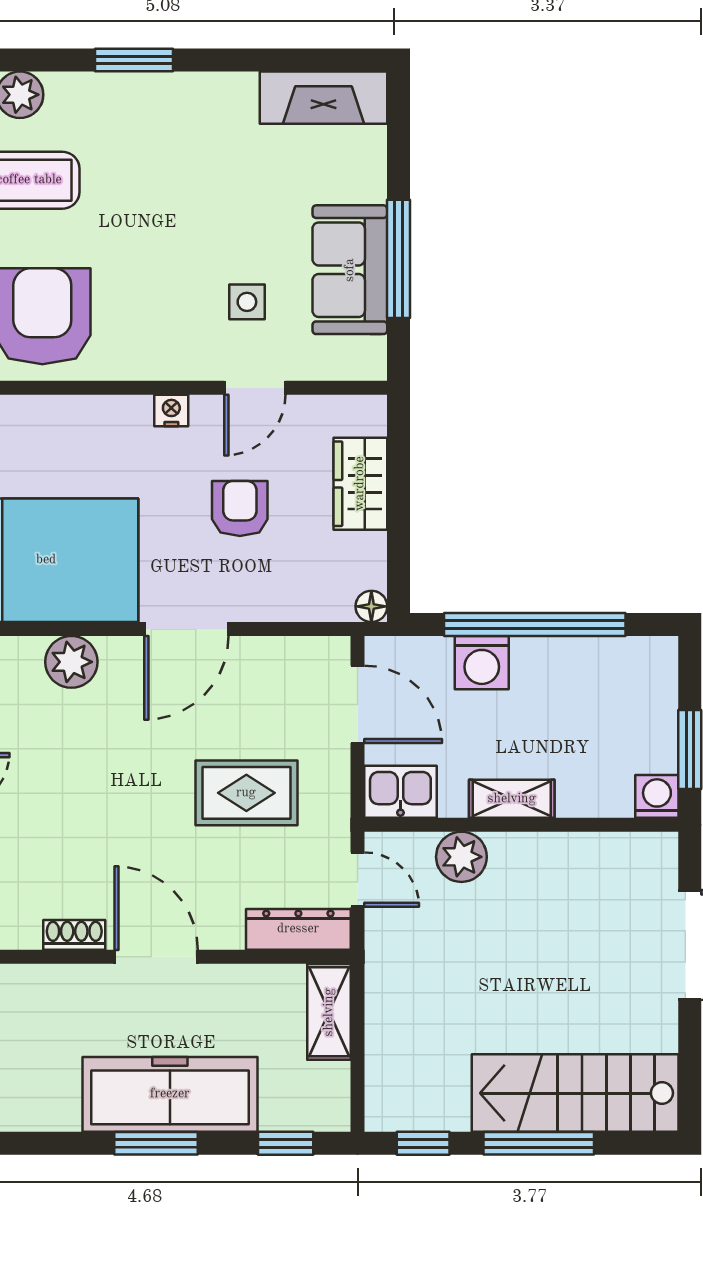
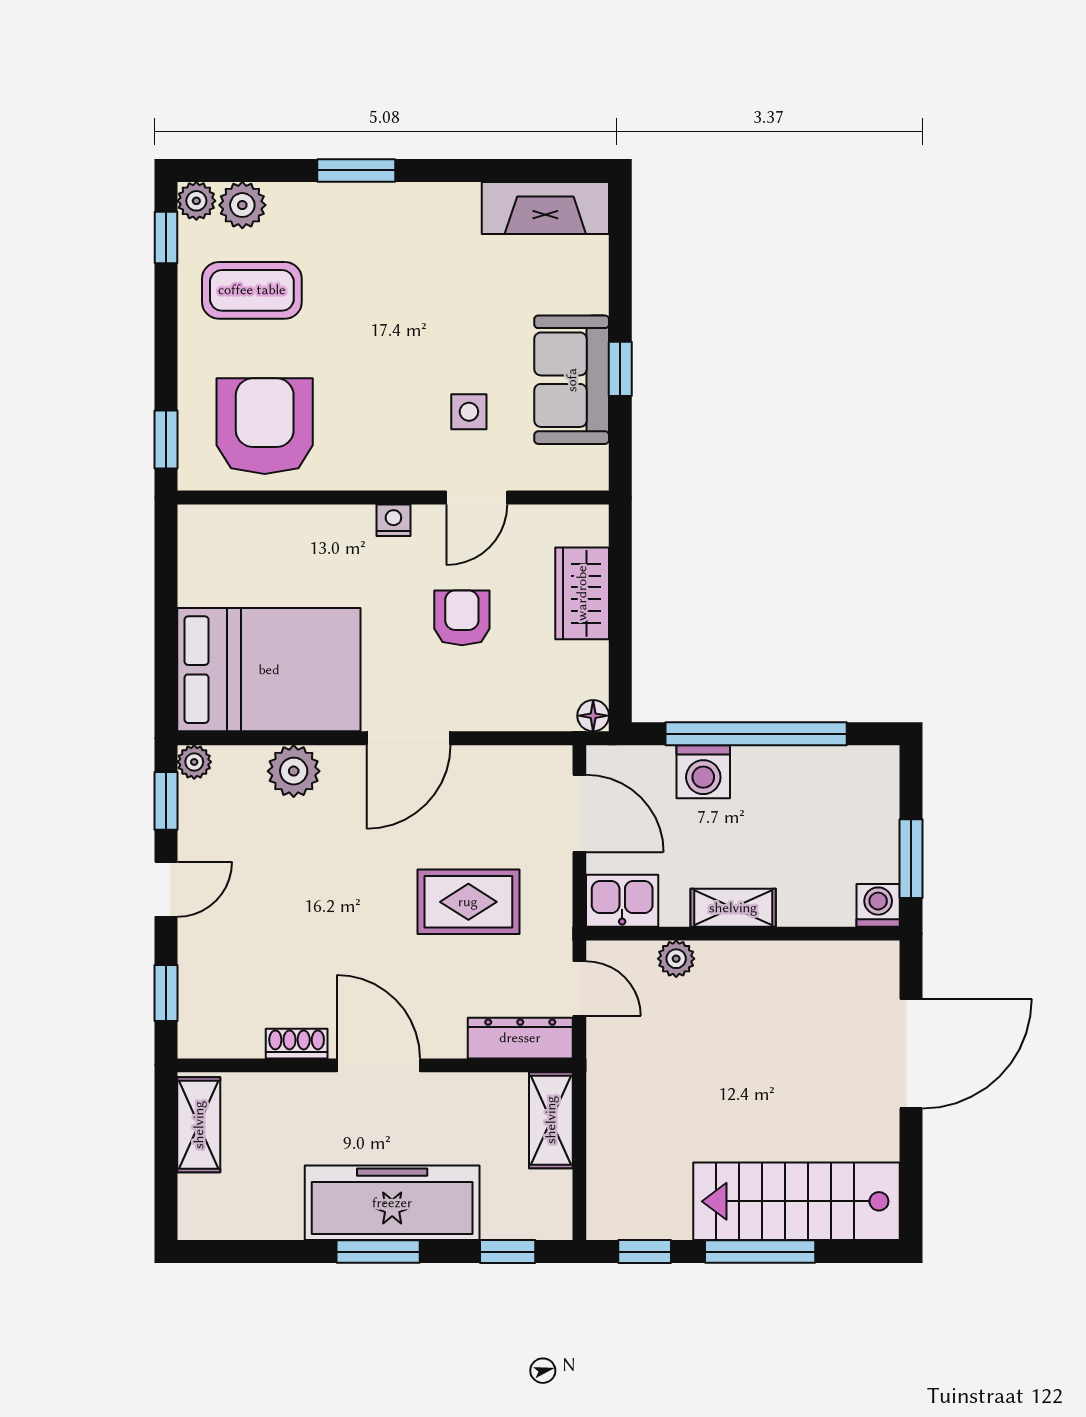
window: (399, 259) -> (620, 369), width x0.46
plant: (461, 857) -> (676, 959), width x0.73, depth x0.73

